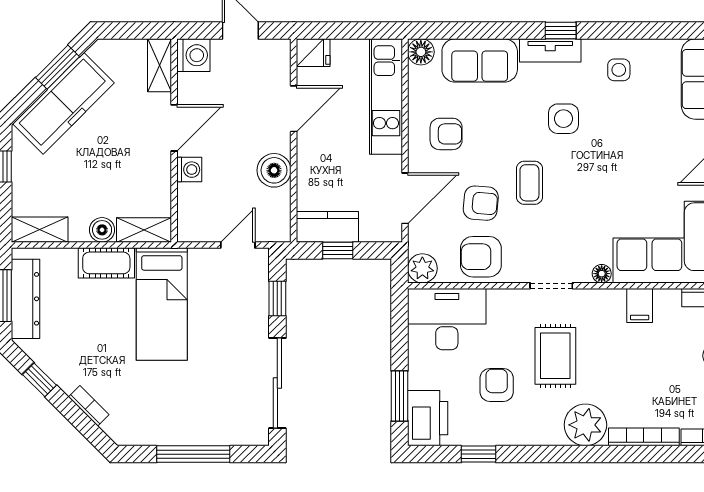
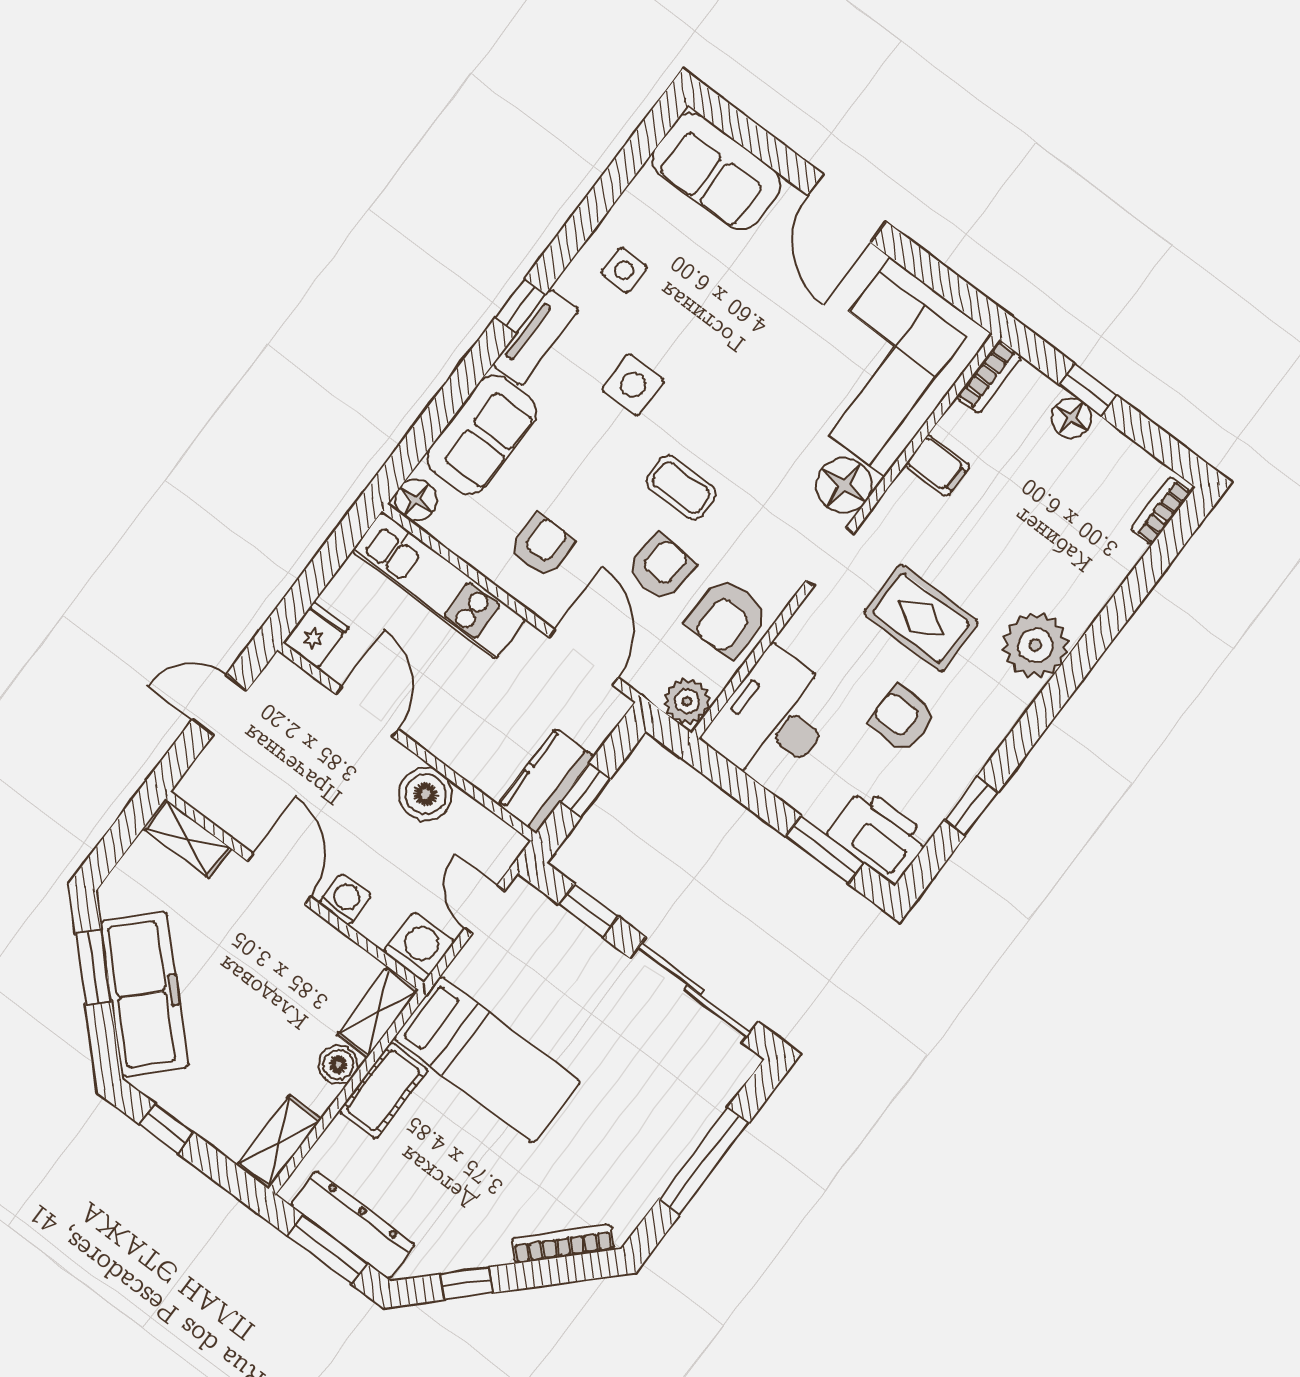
washing machine: (193, 55) -> (419, 947), moved
floor lamp: (602, 274) -> (844, 485), width x1.89, depth x1.89
bookcase: (89, 406) -> (563, 1244), width x1.56
bookcase: (644, 437) -> (1105, 584), removed

